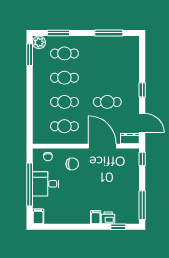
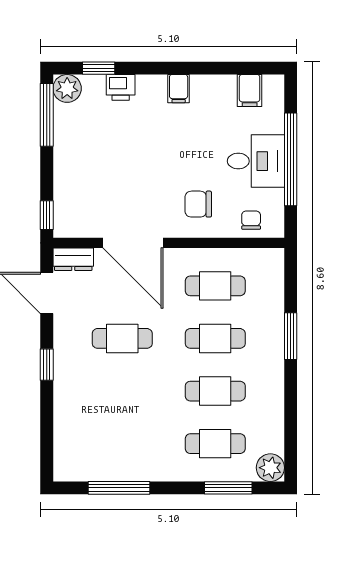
window: (30, 55) -> (291, 336), moved
filing cabinet: (38, 216) -> (250, 90), moved
filing cabinet: (96, 217) -> (179, 89), moved
plant: (133, 217) -> (67, 88), added

